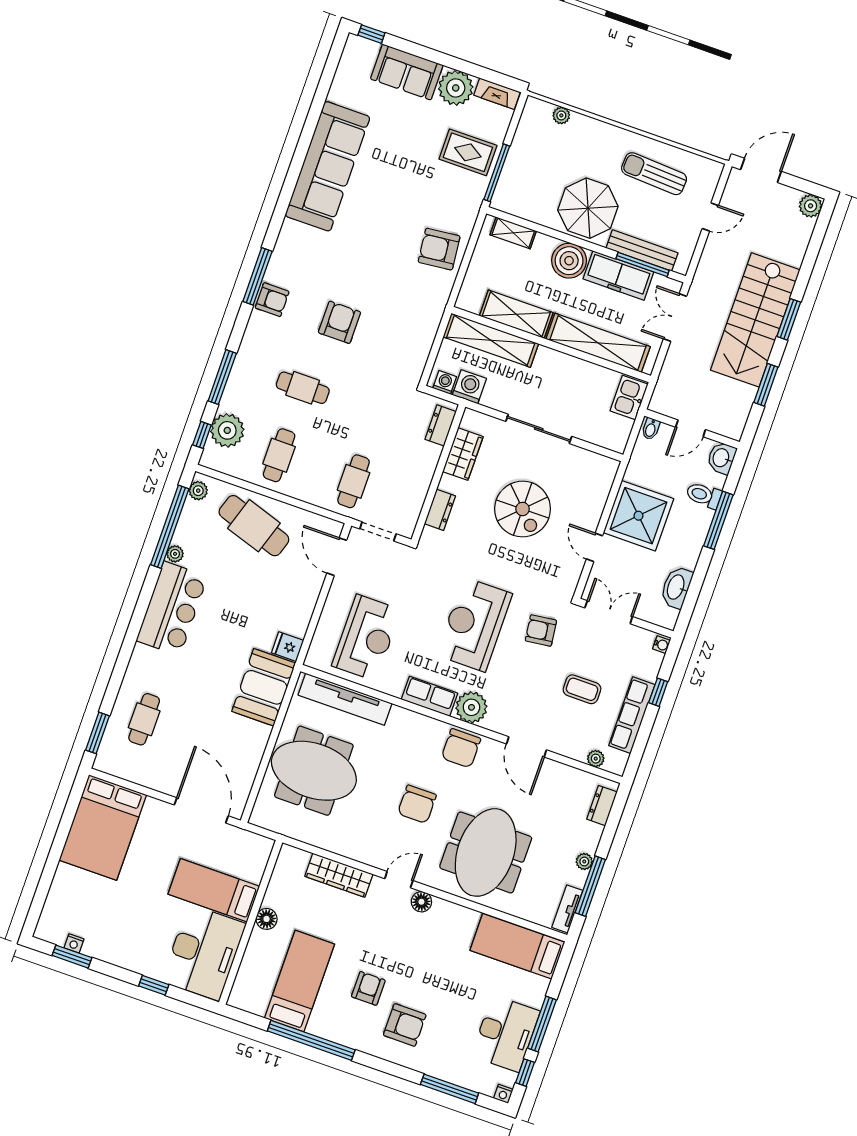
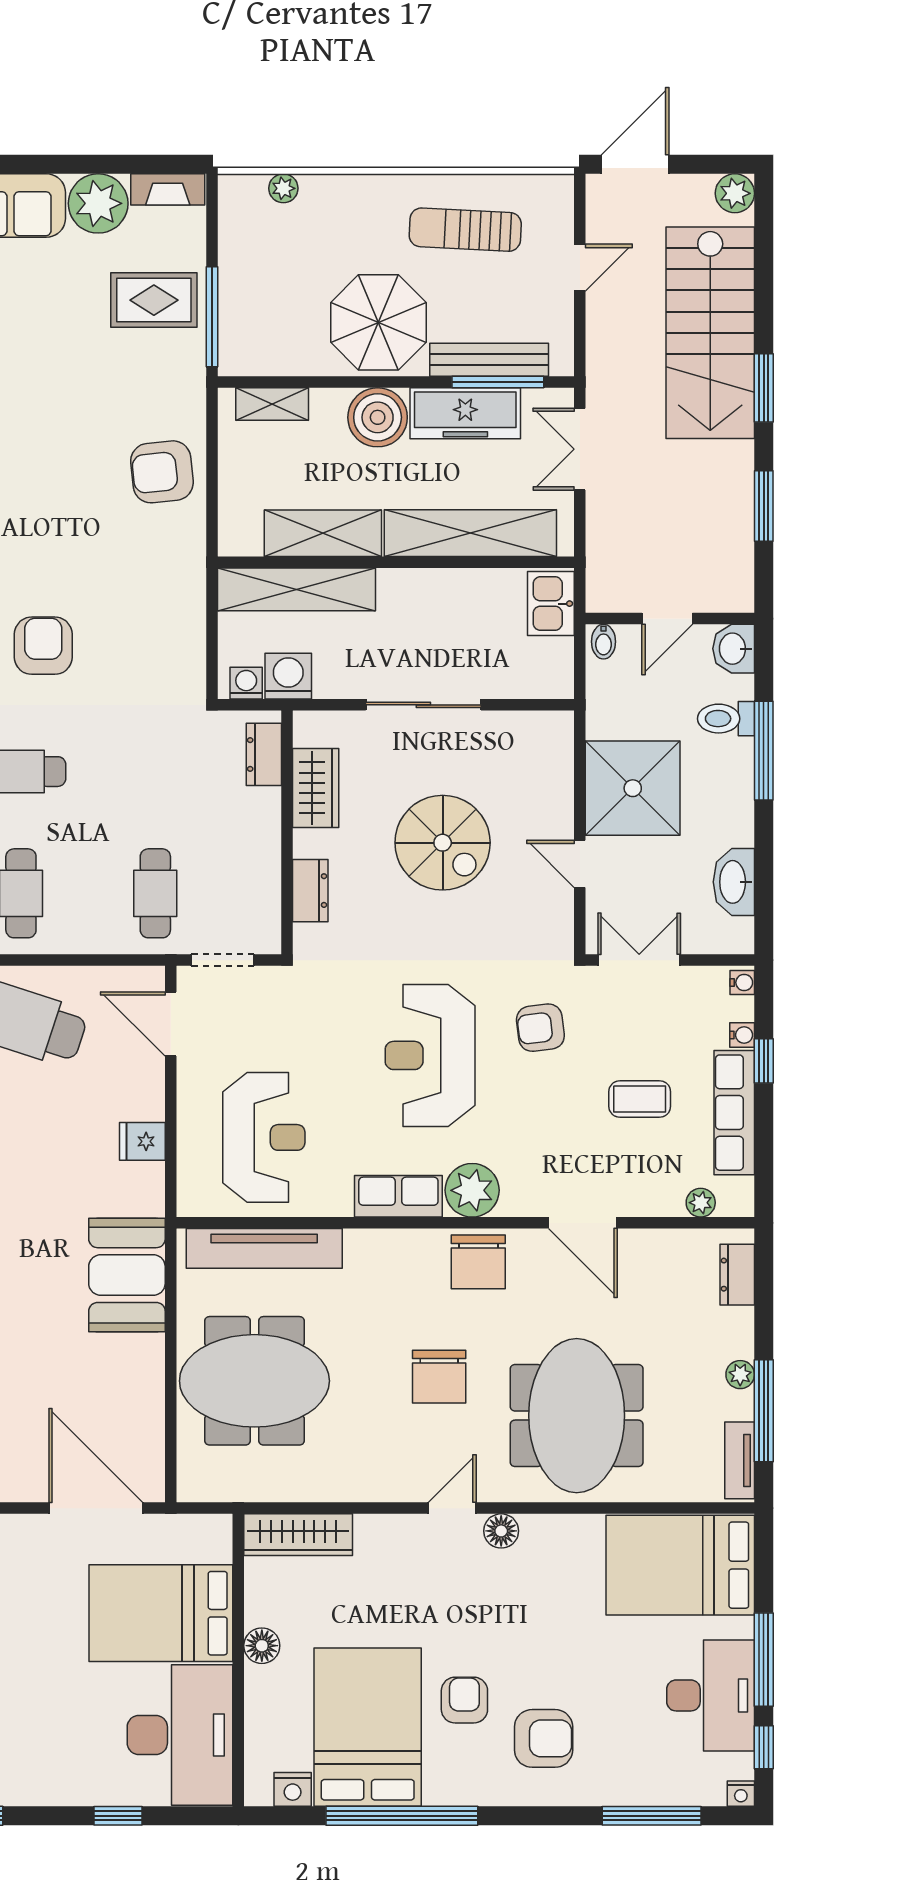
stairs: (755, 320) -> (710, 333), moved
fridge: (288, 647) -> (142, 1141), moved
water cooler: (651, 674) -> (742, 1035), added
wardrobe: (339, 875) -> (298, 1535), moved
bed: (214, 890) -> (161, 1613), width x1.50
bed: (517, 946) -> (680, 1565), width x1.50
bed: (300, 981) -> (368, 1727), width x1.50
nightstand: (256, 1004) -> (293, 1789), added

